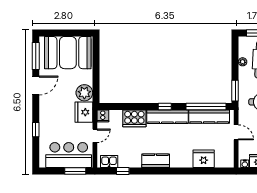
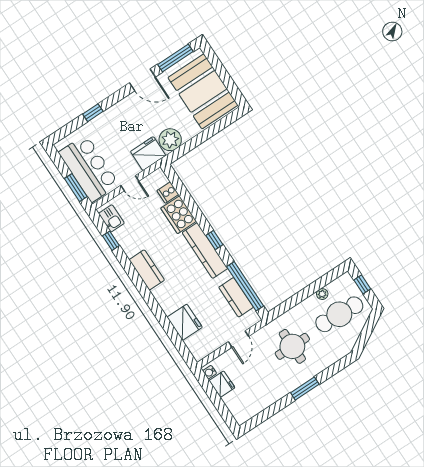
window: (235, 91) -> (284, 307), removed
cooker: (103, 116) -> (168, 193), moved
kitchen counter: (209, 117) -> (236, 297), width x0.67

